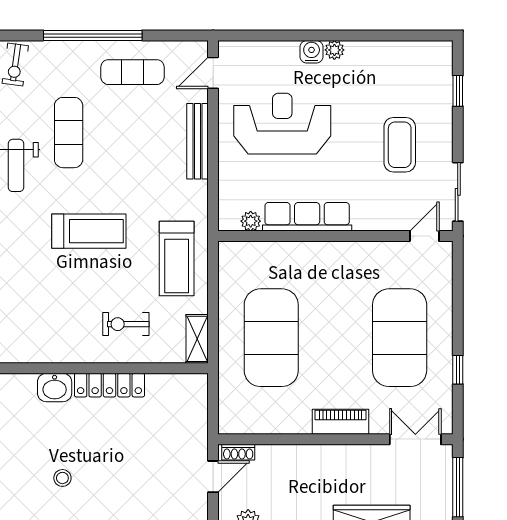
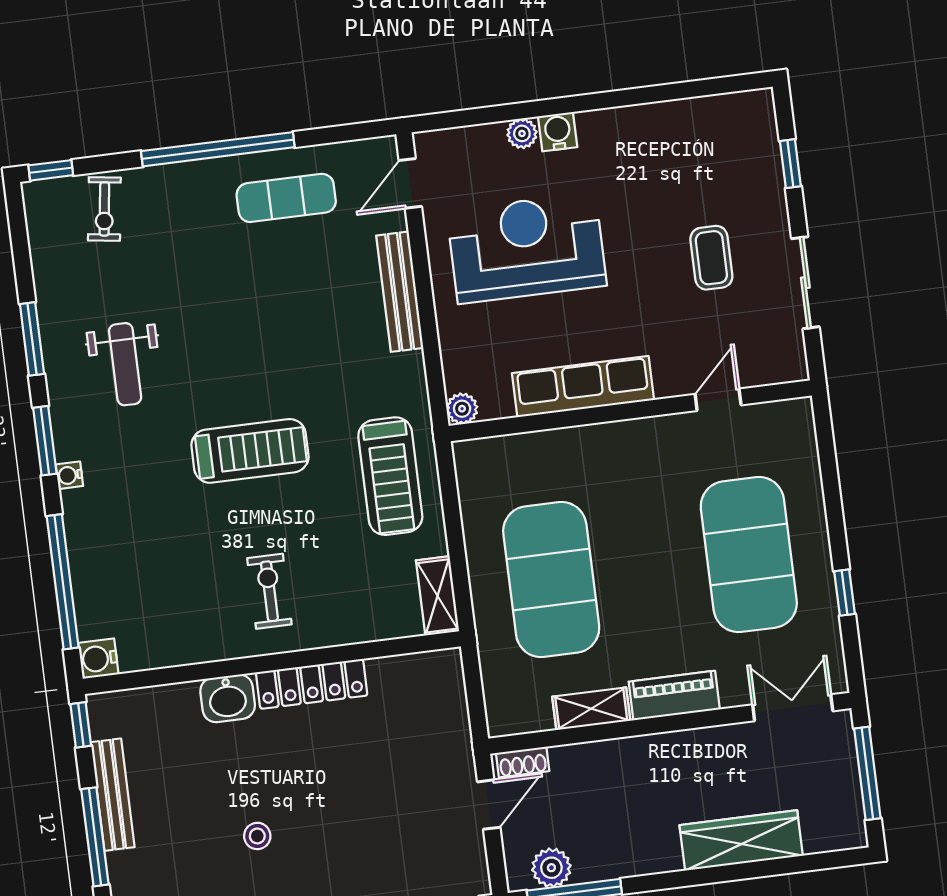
plant: (334, 50) -> (522, 133), moved
exercise mat: (69, 133) -> (200, 303), removed
coffee table: (400, 145) -> (711, 258), width x0.73, depth x0.77
sliding door: (458, 192) -> (805, 283), moved
plant: (251, 221) -> (462, 409), moved
door: (424, 236) -> (718, 400), moved
exercise bike: (126, 324) -> (269, 591), moved, turned 90
shelving: (286, 424) -> (591, 709), added

